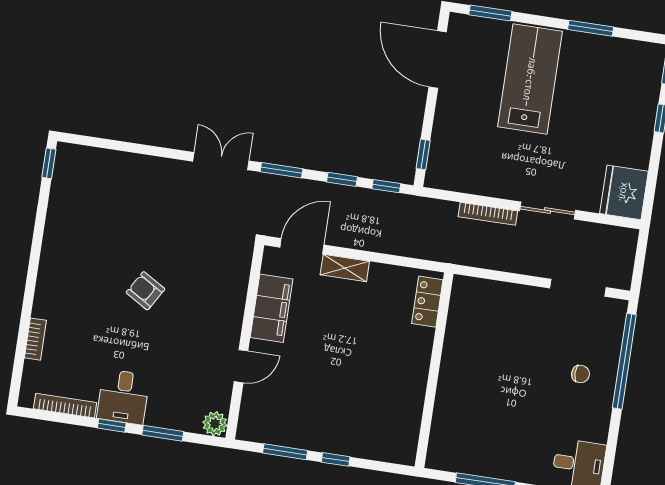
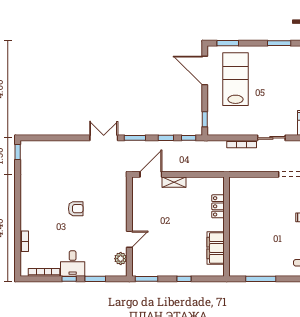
lab bench: (530, 79) -> (235, 79), moved
armchair: (145, 291) -> (76, 209), turned 149
locker: (427, 302) -> (218, 206), moved
filing cabinet: (272, 308) -> (216, 248), moved, turned 180
plant: (215, 424) -> (121, 259), moved
window: (285, 452) -> (147, 279), moved

